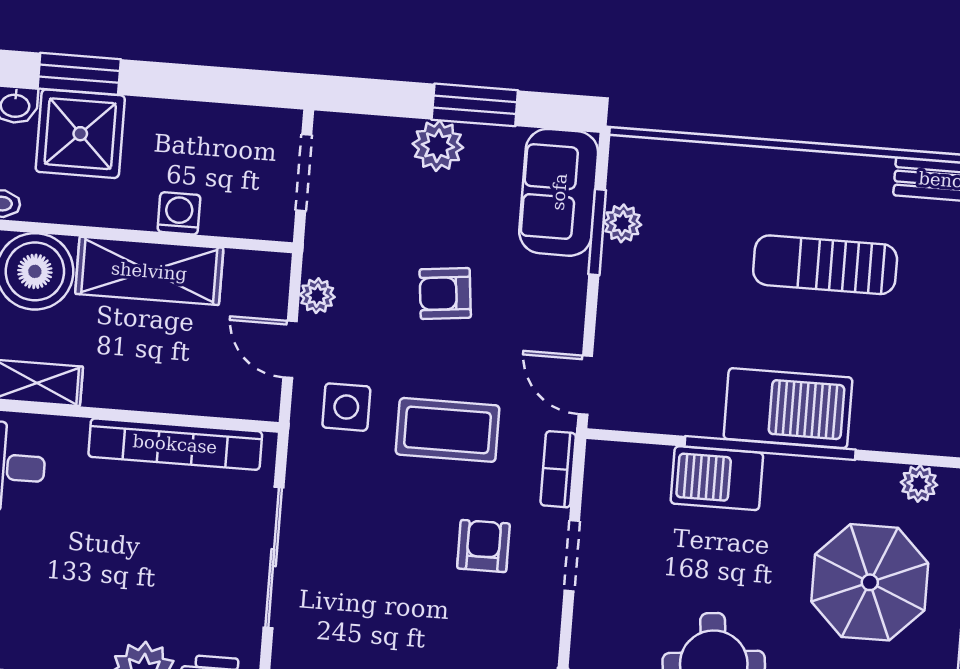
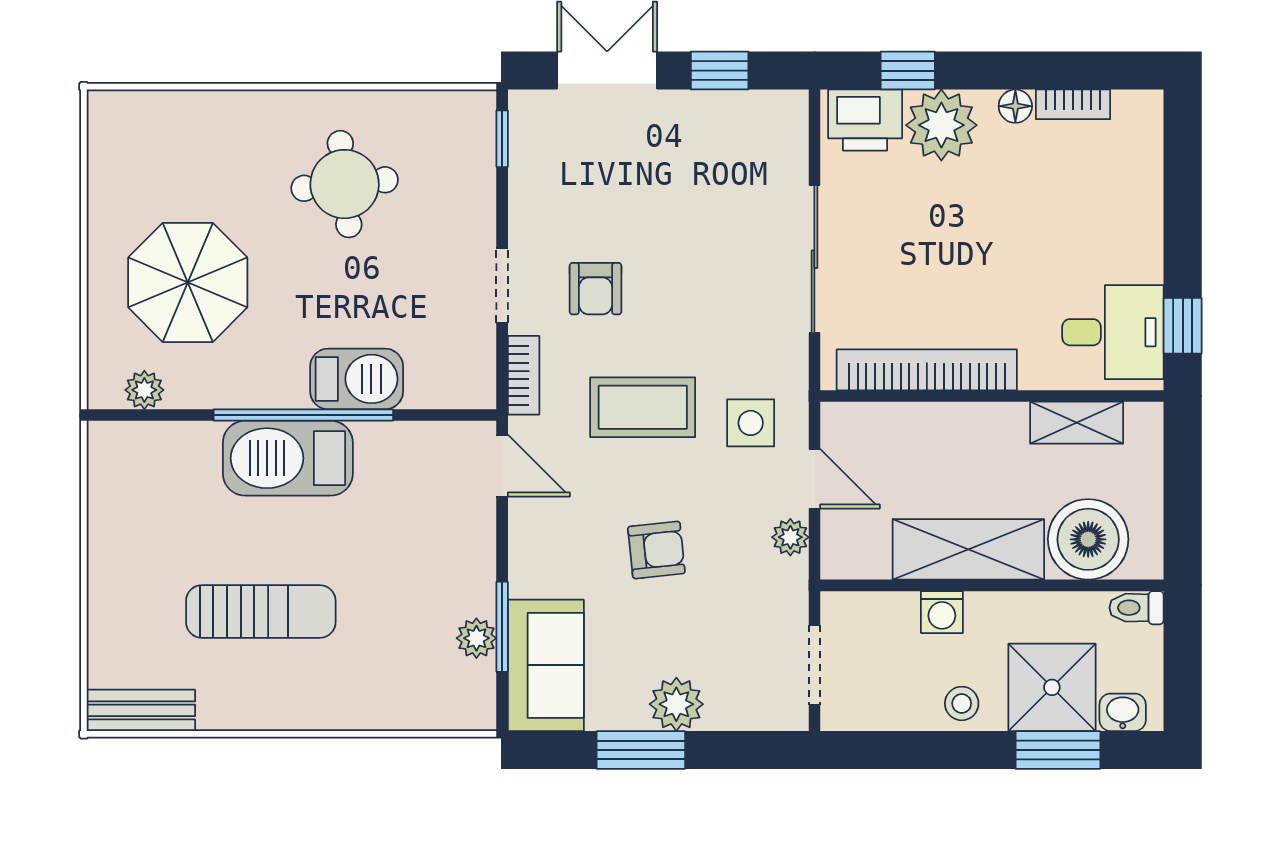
stool: (167, 125) -> (962, 703), added

